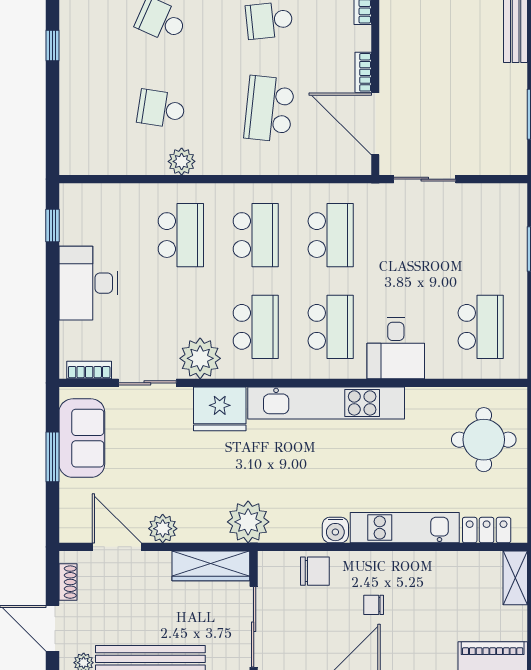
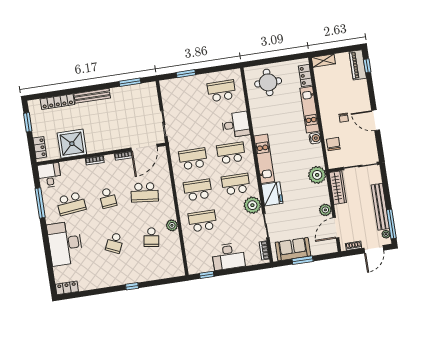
kitchen unit: (326, 403) -> (264, 159), width x0.73

